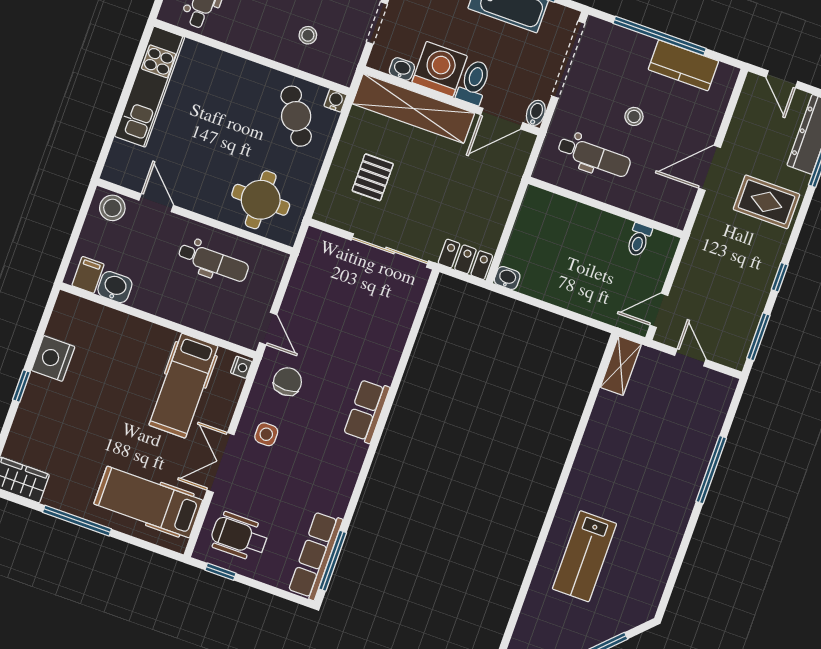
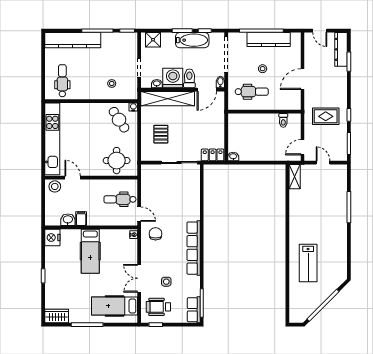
kitchen counter: (683, 65) -> (269, 39), width x1.50
kitchen unit: (150, 87) -> (52, 139), width x1.36
rug: (766, 202) -> (326, 116), moved
dental chair: (213, 262) -> (120, 199), moved, turned 180
filing cabinet: (88, 275) -> (81, 219), moved
nightstand: (53, 358) -> (52, 238), moved
hospital bed: (183, 386) -> (90, 251), moved
row of seats: (367, 411) -> (194, 248), width x2.02
side table: (266, 434) -> (166, 282), moved
row of seats: (315, 555) -> (194, 310), width x0.68

